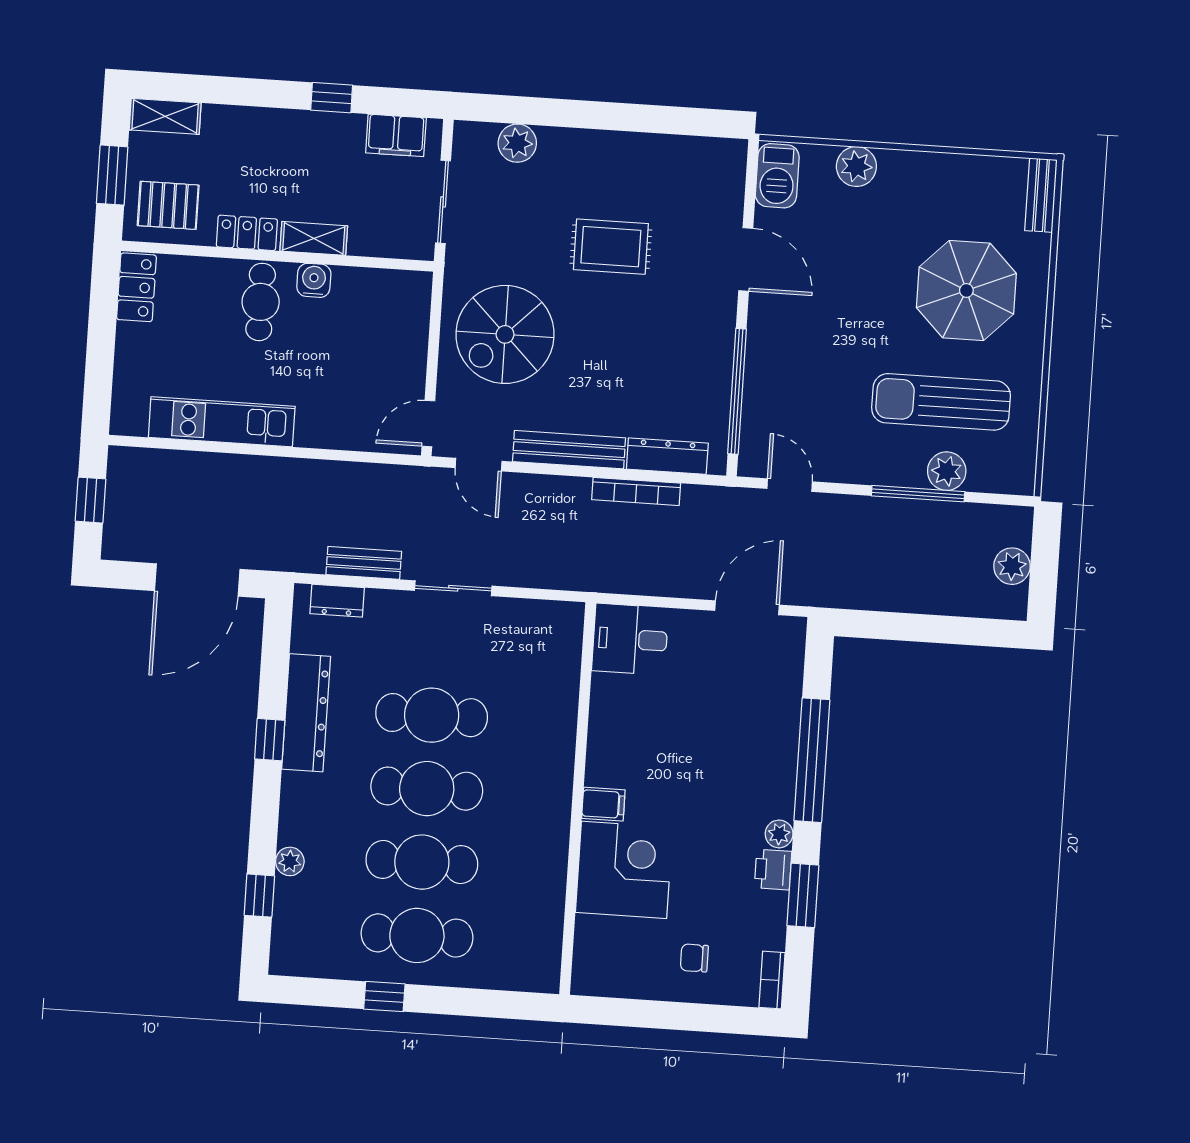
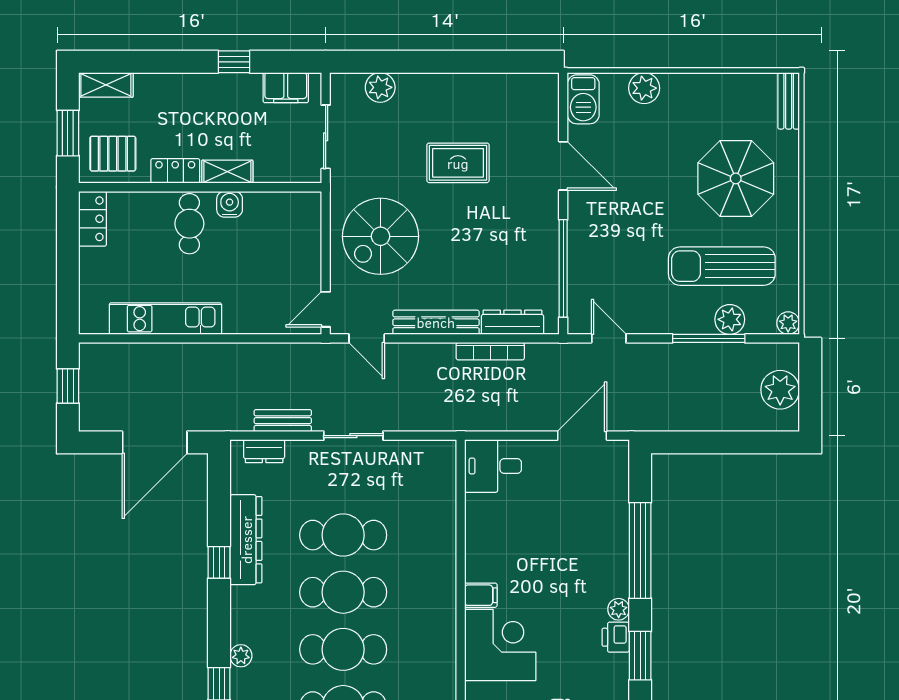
plant: (1021, 481) -> (788, 323), added
plant: (1012, 566) -> (780, 390), width x1.36, depth x1.36

